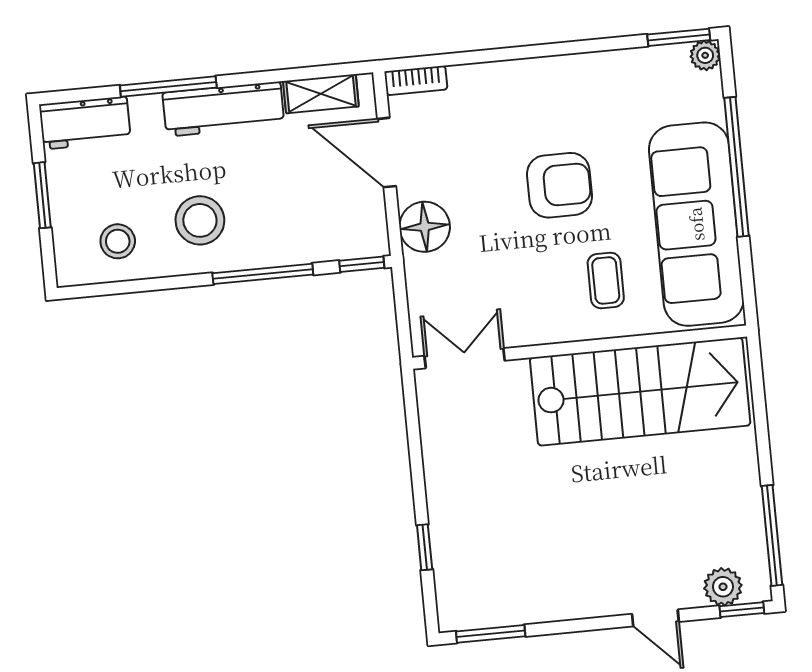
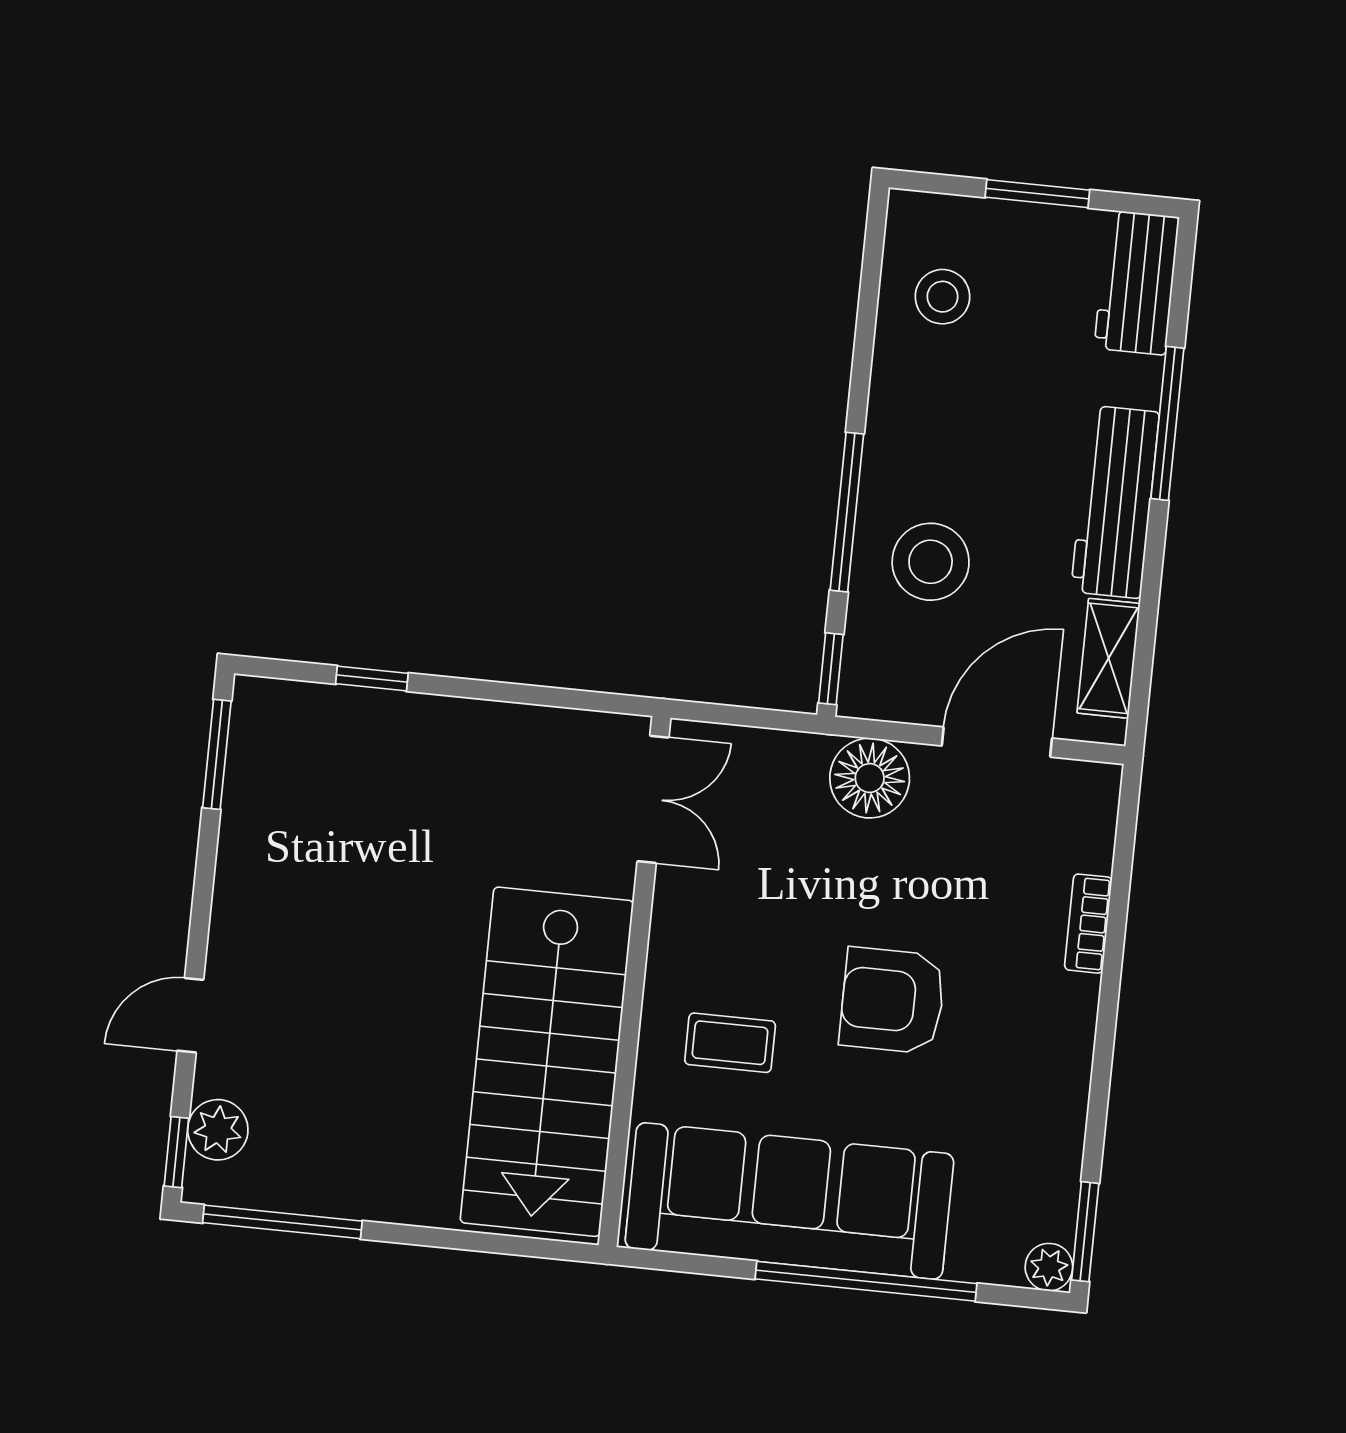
bookcase: (416, 80) -> (1088, 924), moved
armchair: (560, 185) -> (892, 1001), turned 90
stool: (200, 220) -> (931, 562), moved

